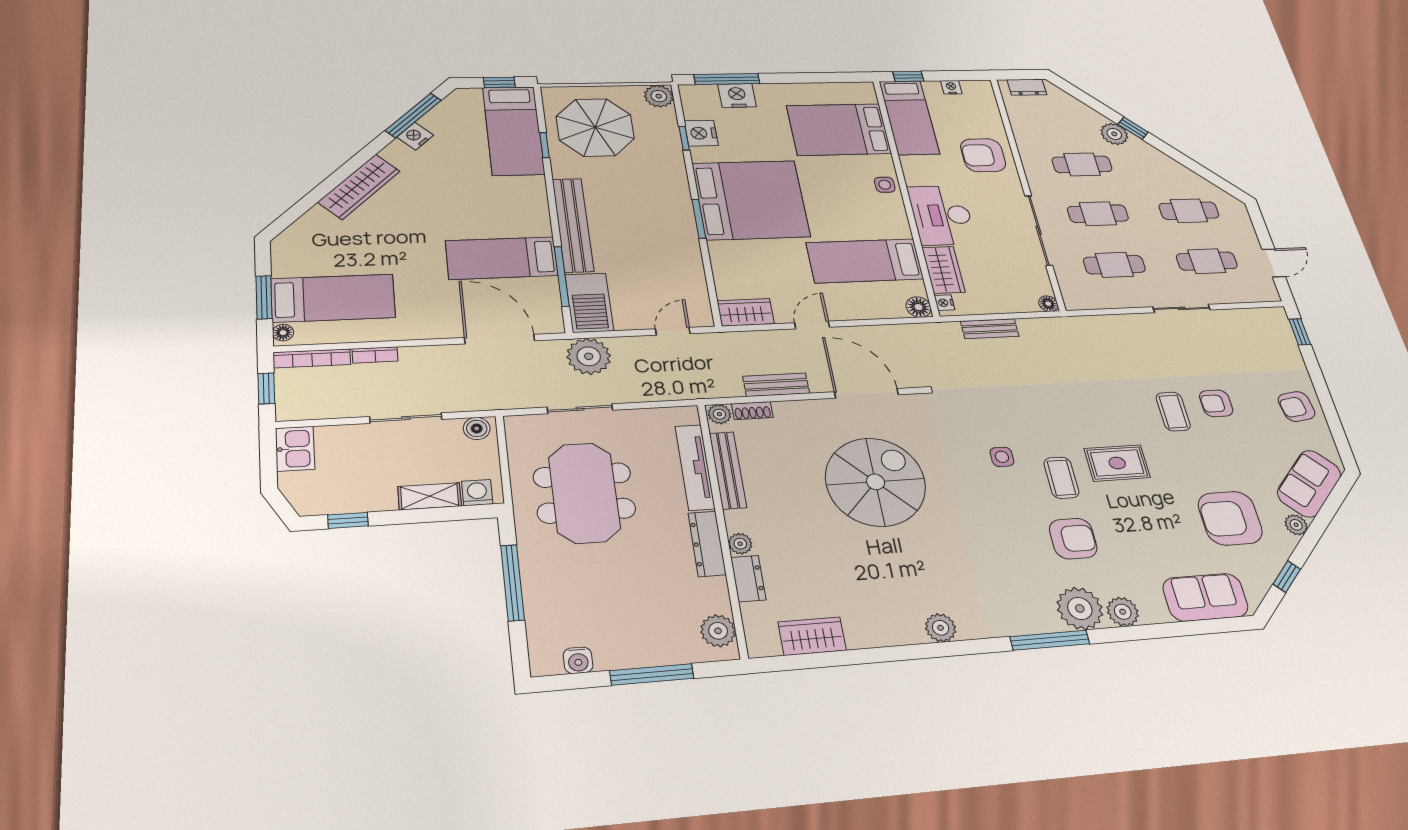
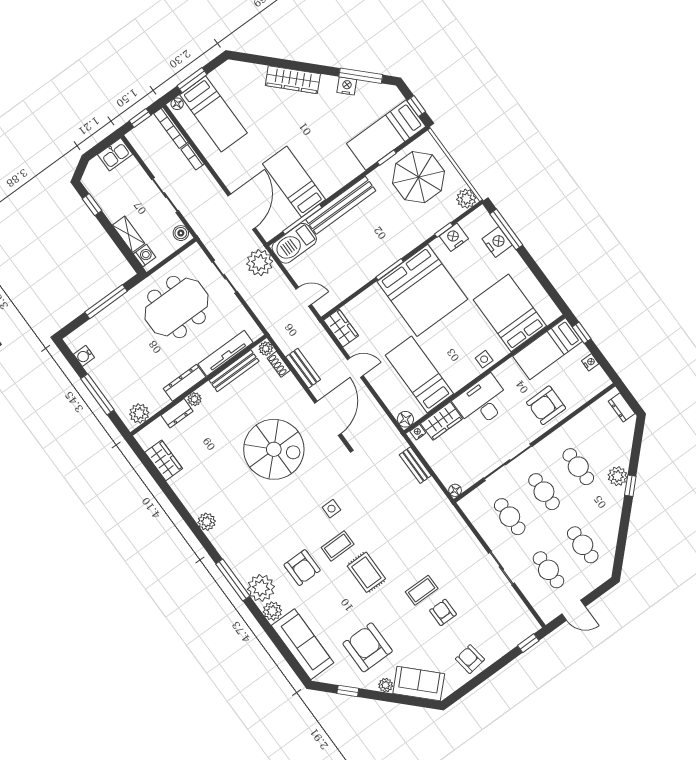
armchair: (983, 155) -> (546, 405), turned -90
sofa: (1205, 597) -> (303, 644), width x1.36

